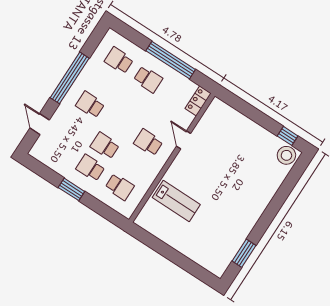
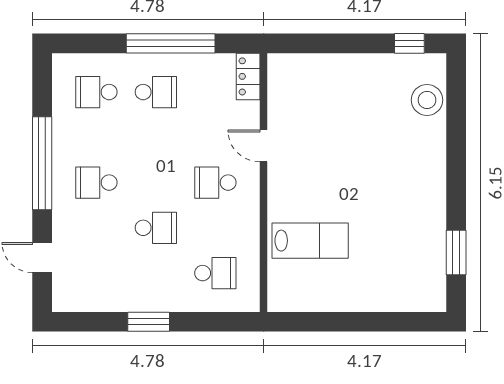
school desk: (105, 146) -> (156, 228), turned 180
stool: (286, 155) -> (427, 100), moved
school desk: (90, 168) -> (156, 273), removed

